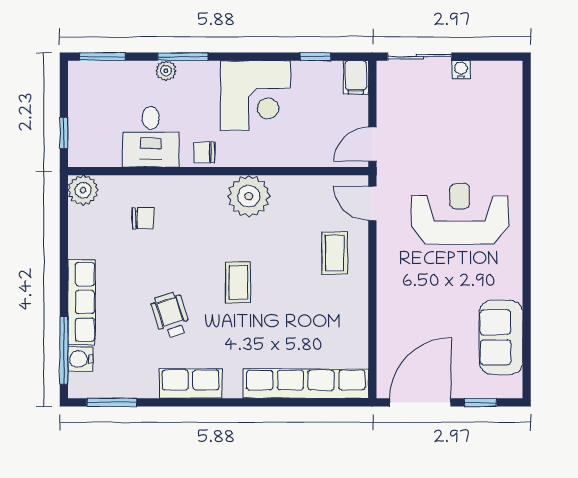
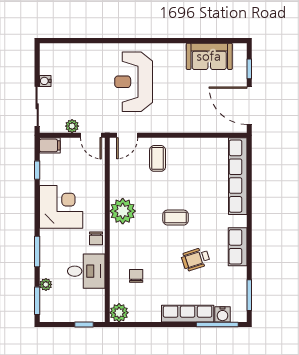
plant: (166, 71) -> (46, 284), moved
plant: (387, 114) -> (72, 126), added
coffee table: (335, 253) -> (158, 158), turned 90

